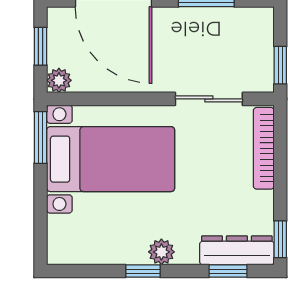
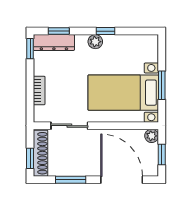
shoe rack: (261, 49) -> (41, 153), added
window: (280, 65) -> (30, 158), moved
window: (40, 137) -> (162, 85), moved
bookcase: (264, 148) -> (39, 90), width x0.64

